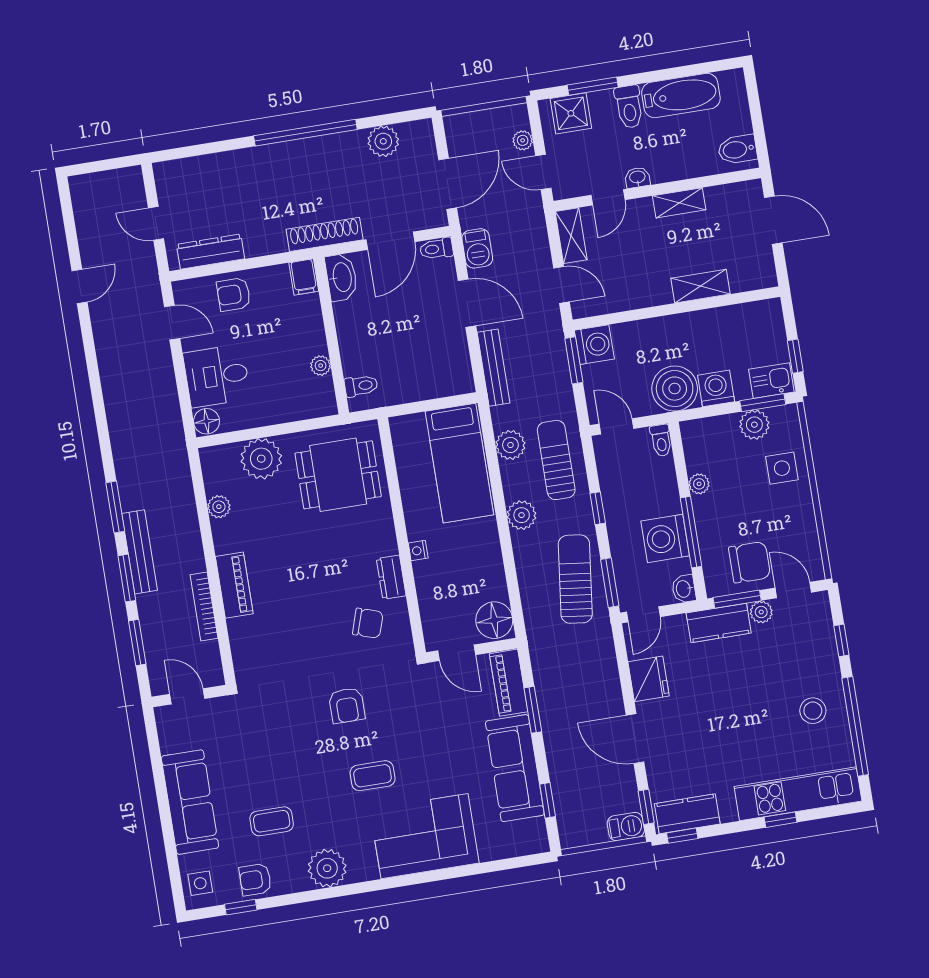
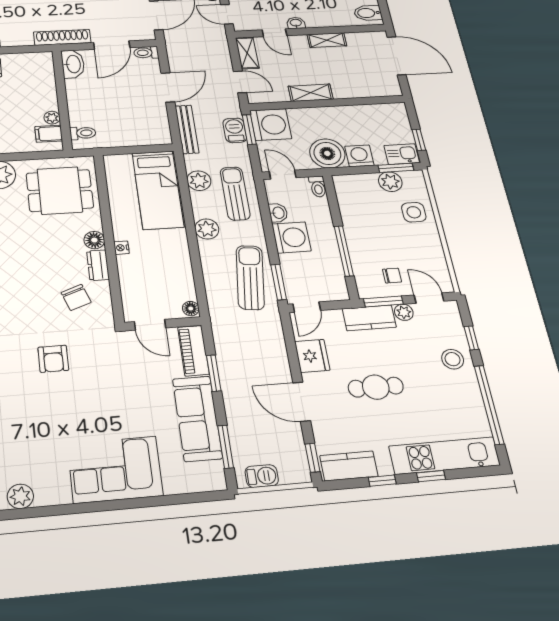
door: (608, 197) -> (274, 33), hinge flipped
door: (773, 220) -> (396, 56), width x1.36
barbecue: (477, 248) -> (235, 130), moved, turned 180
filing cabinet: (304, 277) -> (49, 134), moved, turned 90
shelving: (700, 286) -> (311, 93), moved
door: (467, 303) -> (168, 87), hinge flipped
washing machine: (594, 345) -> (271, 125), width x1.37, depth x1.37
plant: (699, 484) -> (349, 218), removed
window: (598, 508) -> (268, 229), removed
washing machine: (665, 538) -> (291, 237), moved, turned 180
floor lamp: (385, 543) -> (94, 240), added
chair: (749, 562) -> (392, 276), width x0.54, depth x0.54
washbasin: (684, 589) -> (278, 213), moved, turned 180
floor lamp: (494, 620) -> (191, 309), width x0.53, depth x0.53
chair: (368, 623) -> (76, 297), turned 52
stool: (813, 711) -> (453, 359), moved
cafe table: (722, 714) -> (376, 387), added
coffee table: (373, 776) -> (72, 416), removed
window: (548, 800) -> (226, 447), width x1.50
barbecue: (626, 827) -> (262, 476), moved
window: (682, 836) -> (382, 481), moved
plant: (327, 868) -> (20, 496), width x0.73, depth x0.73

